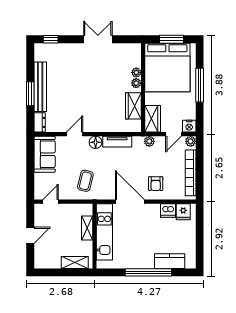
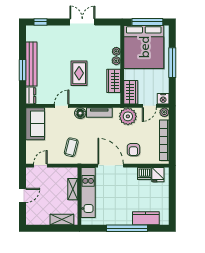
window: (171, 39) -> (147, 22), width x1.44
rug: (94, 97) -> (79, 73), added
plant: (149, 141) -> (128, 116), width x1.87, depth x1.87

